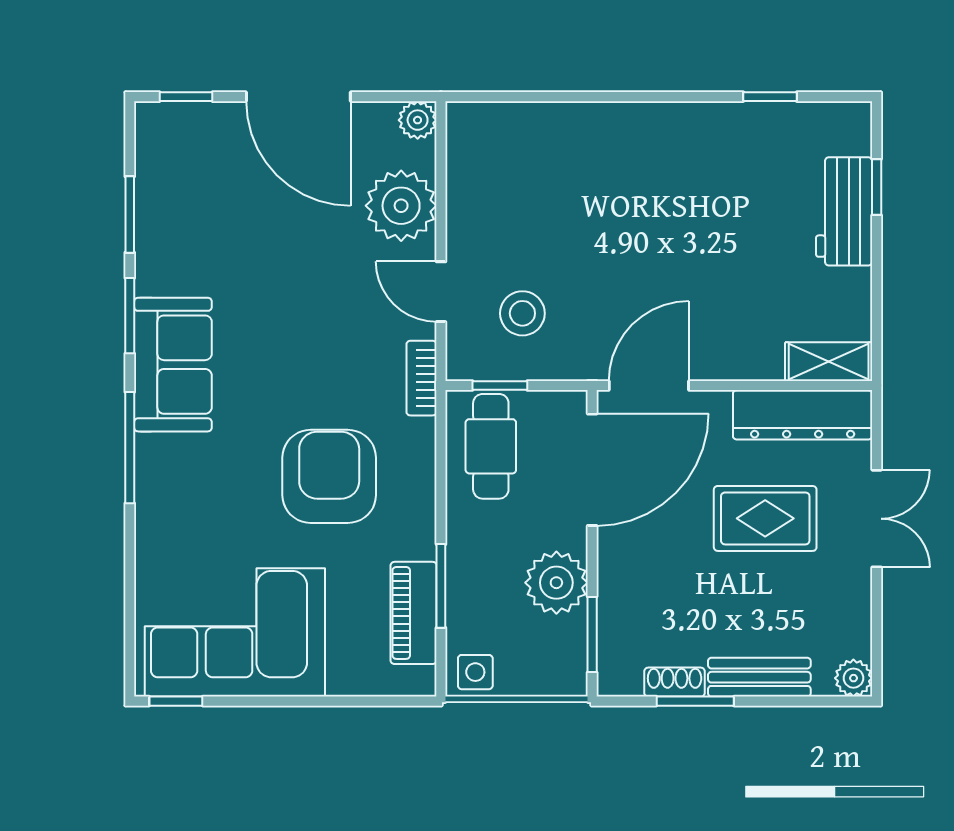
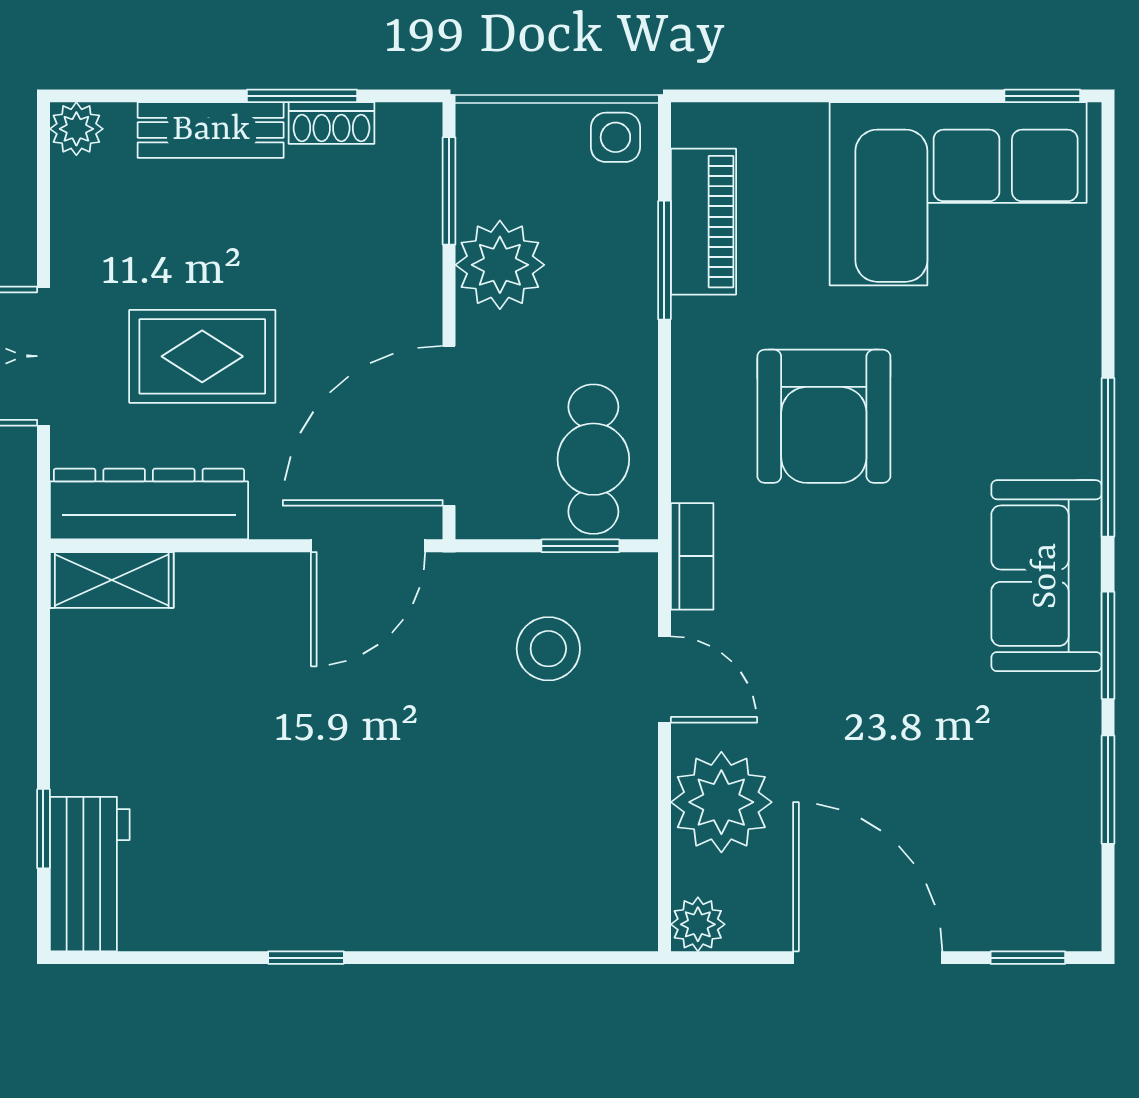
window: (770, 97) -> (306, 958), moved
workbench: (844, 211) -> (90, 874), moved

